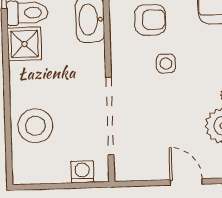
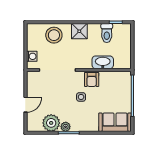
armchair: (150, 20) -> (92, 79), moved
shower: (24, 44) -> (79, 31), moved

